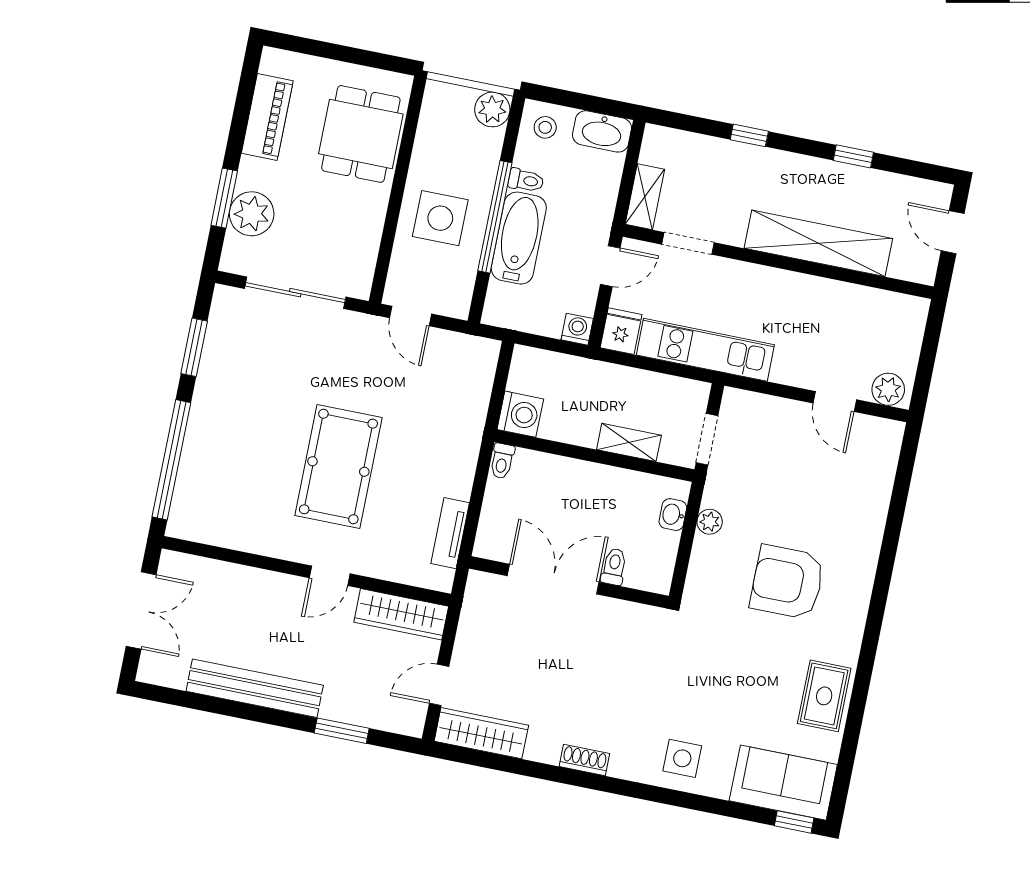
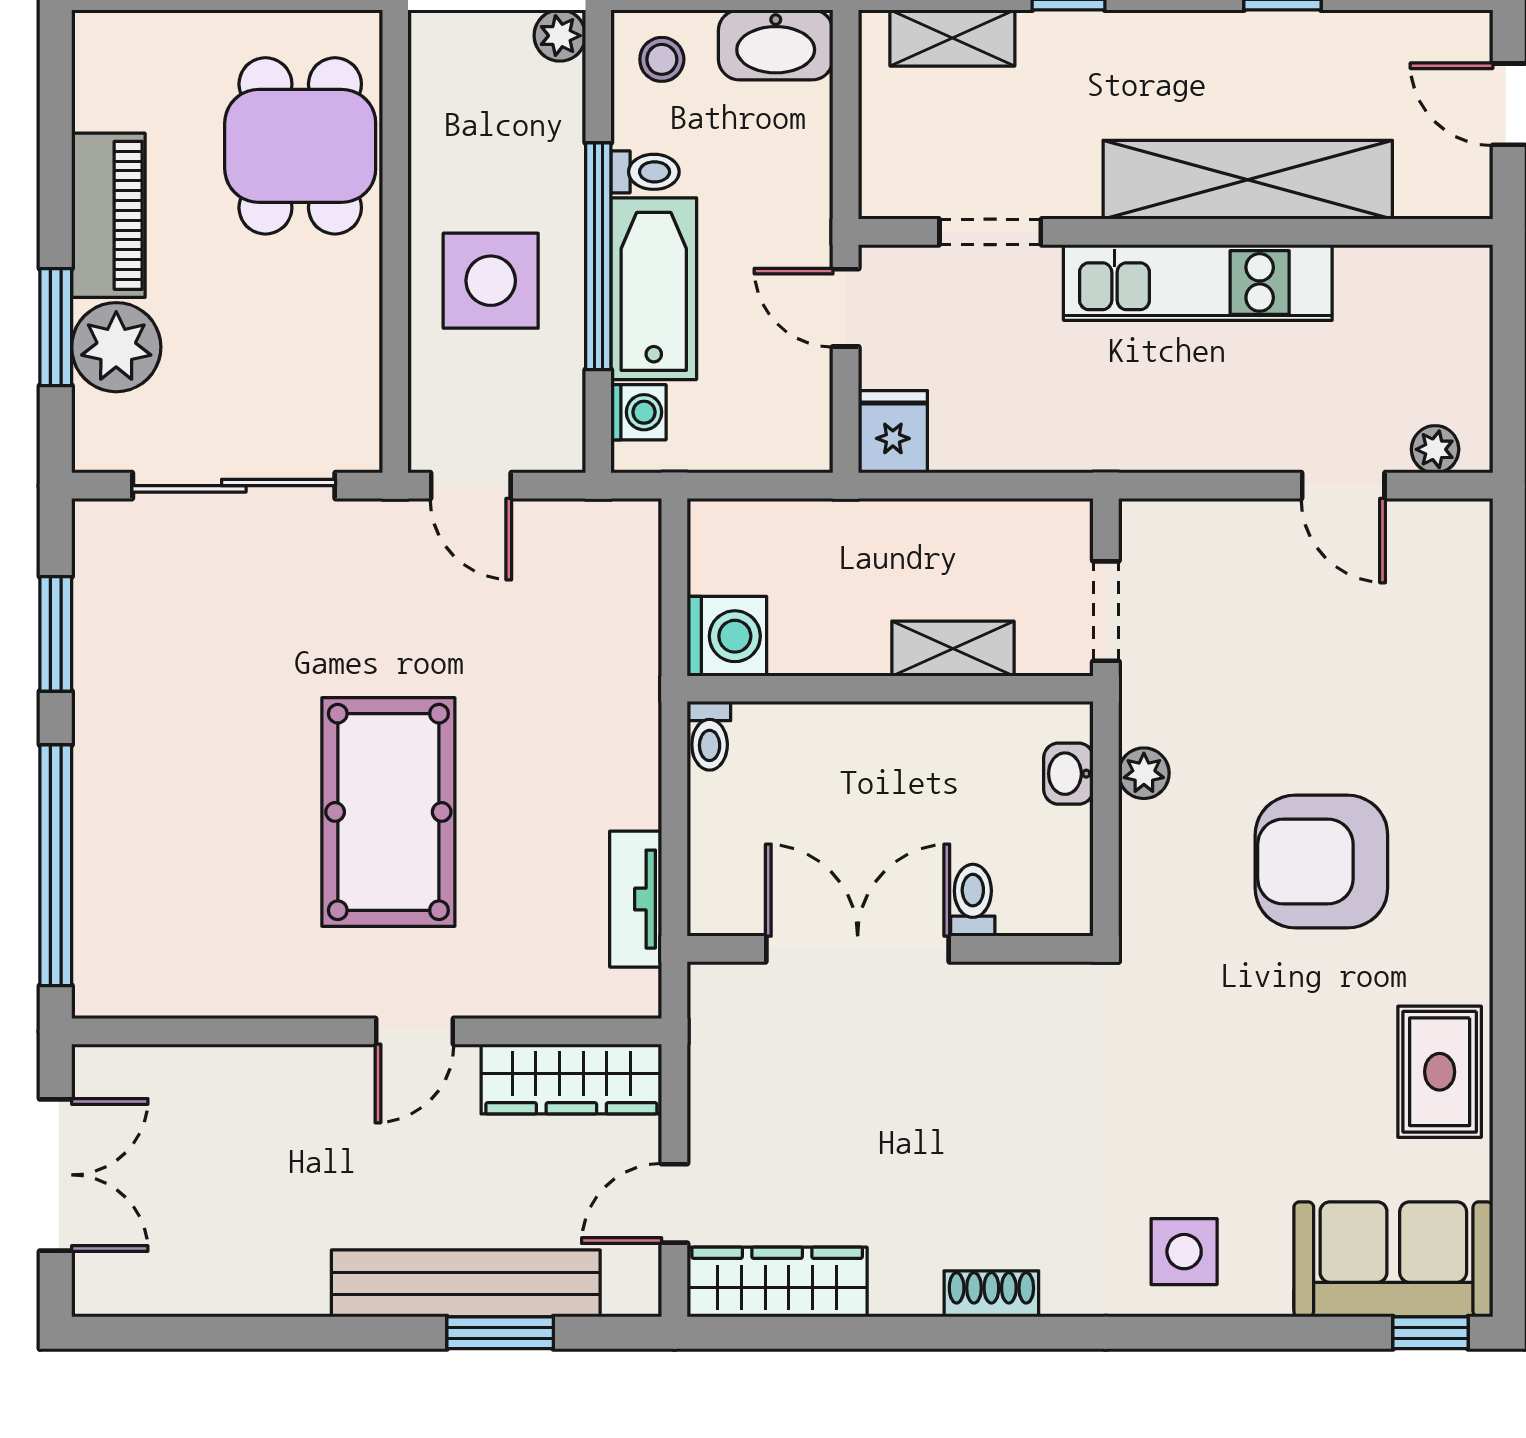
plant: (492, 109) -> (560, 36), width x0.73, depth x0.73
piano: (267, 117) -> (108, 215), moved
shelving: (645, 197) -> (952, 38), moved, turned 90
door: (610, 266) -> (846, 308), swing flipped
washing machine: (577, 329) -> (638, 412), moved, turned 90
kitchen unit: (705, 350) -> (1198, 282), moved, turned 180
plant: (888, 389) -> (1435, 449), width x0.73, depth x0.73
bench: (255, 688) -> (466, 1283), moved

